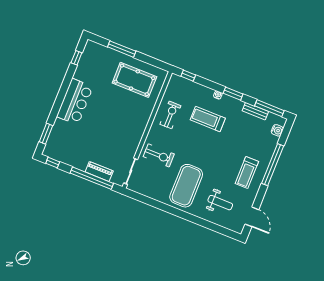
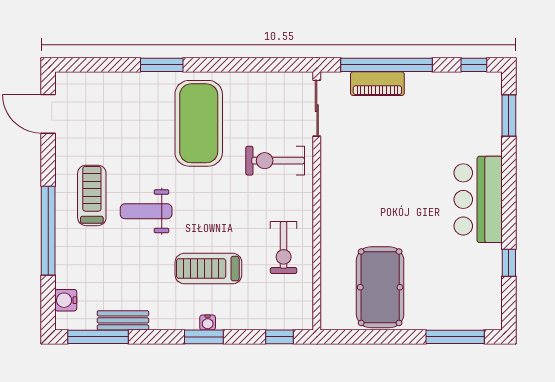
window: (122, 49) -> (455, 337), moved
window: (76, 58) -> (509, 263), moved
pool table: (134, 80) -> (380, 287), turned 90
window: (233, 94) -> (204, 337), moved
treadmill: (208, 119) -> (208, 269), turned 180
weight bench: (220, 203) -> (146, 211), moved
window: (192, 218) -> (162, 65), added

